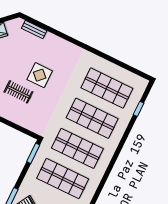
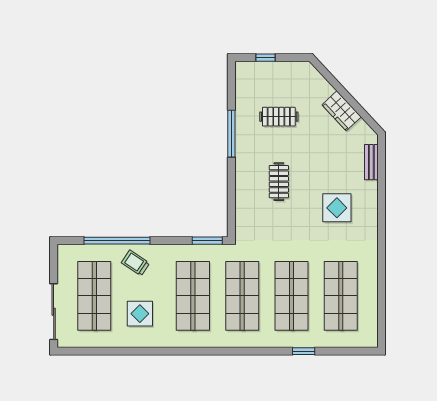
display table: (40, 75) -> (337, 208), moved
window: (139, 109) -> (304, 351), moved

